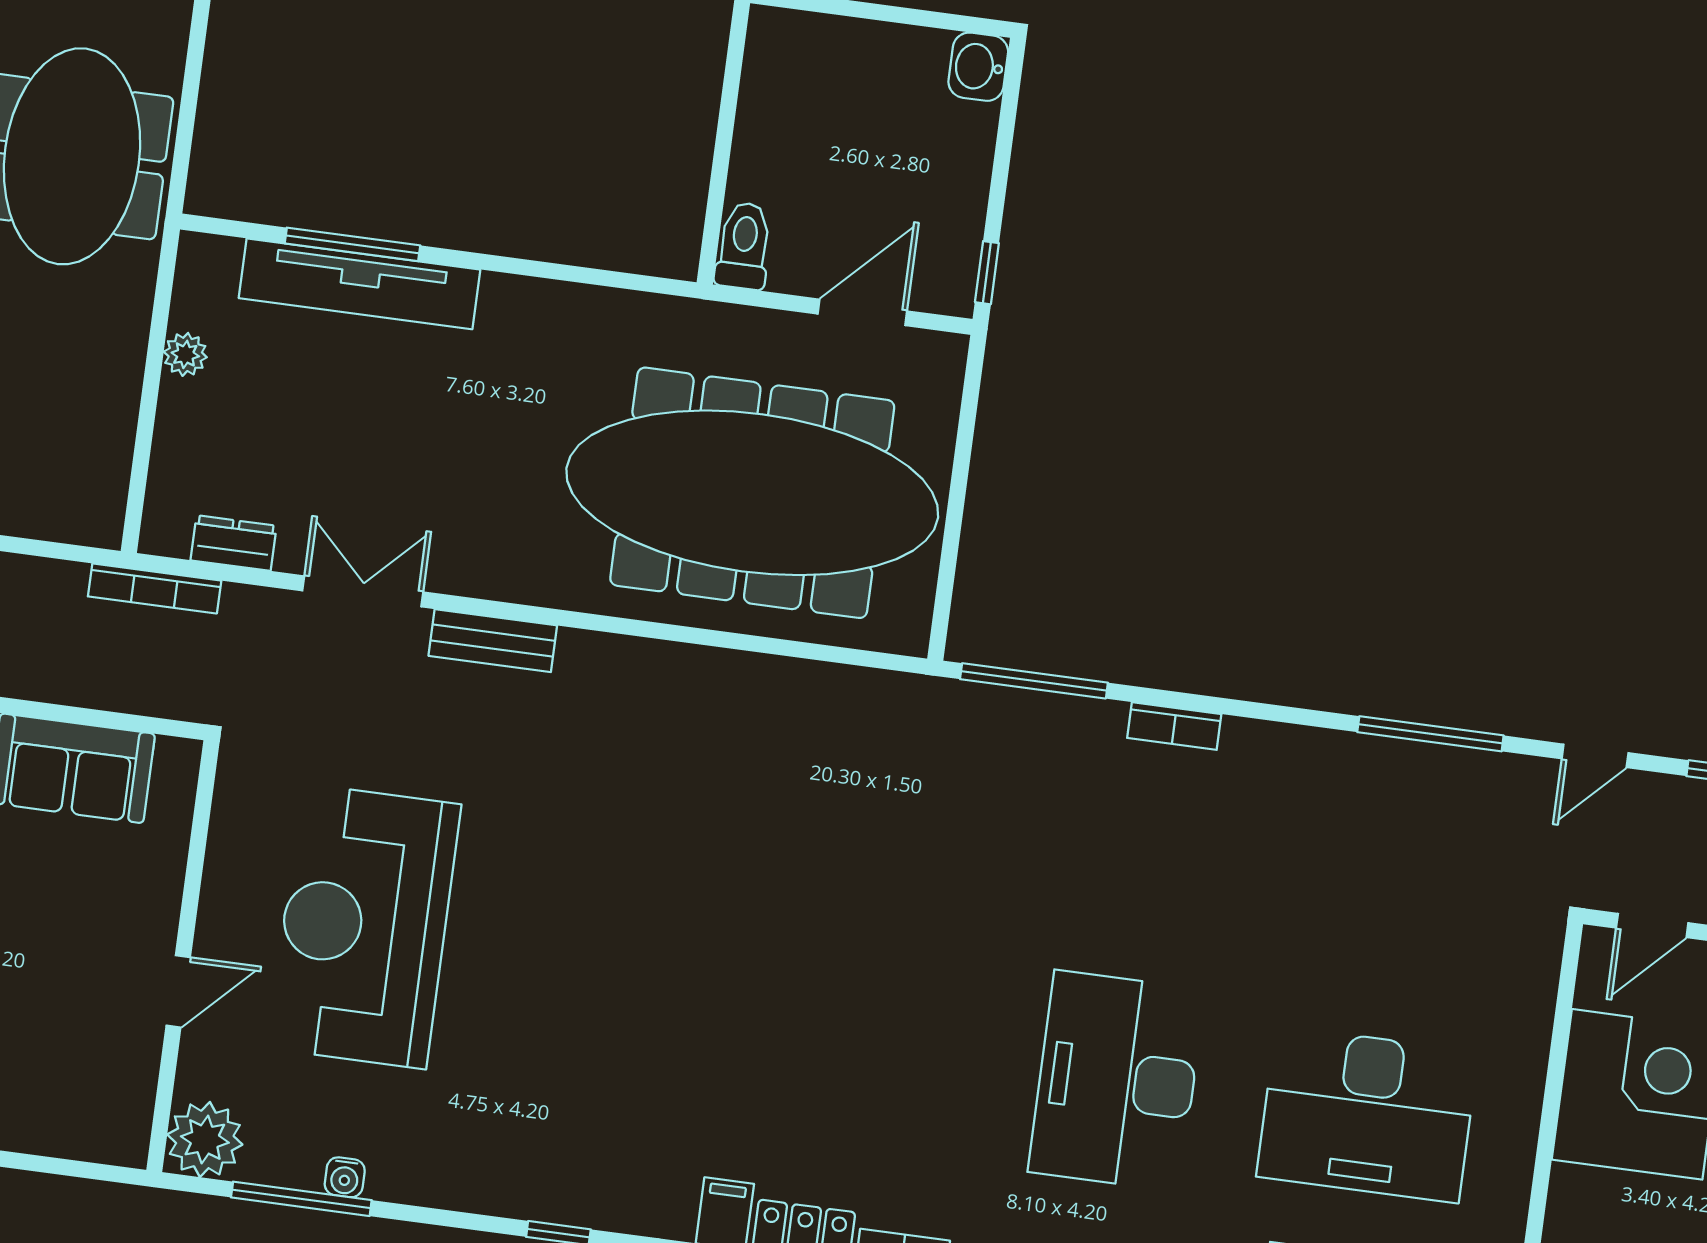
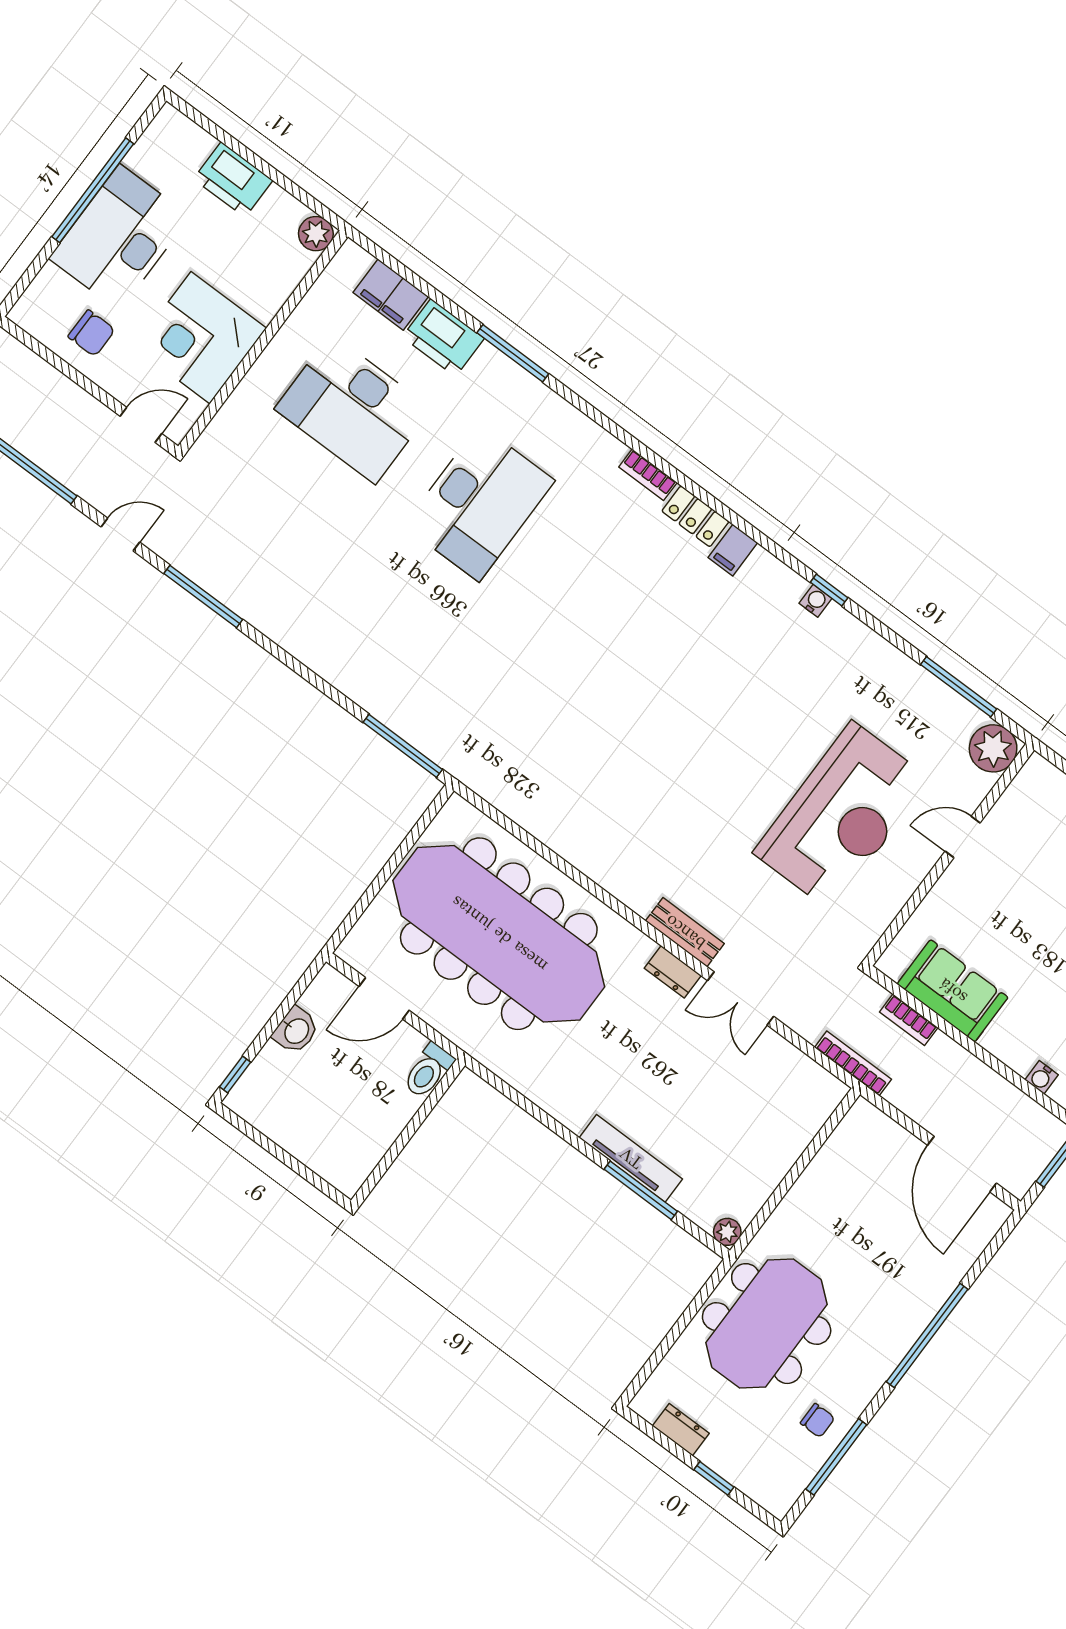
washbasin: (978, 67) -> (296, 1031), moved
window: (987, 273) -> (235, 1074), moved
tv unit: (360, 284) -> (631, 1158), width x0.73, depth x0.78
plant: (185, 354) -> (727, 1232), moved
dresser: (234, 543) -> (673, 972), moved
bookcase: (1174, 726) -> (909, 1020), moved, turned 180
desk: (1367, 1114) -> (353, 409), turned 180
water cooler: (345, 1177) -> (816, 601), moved

